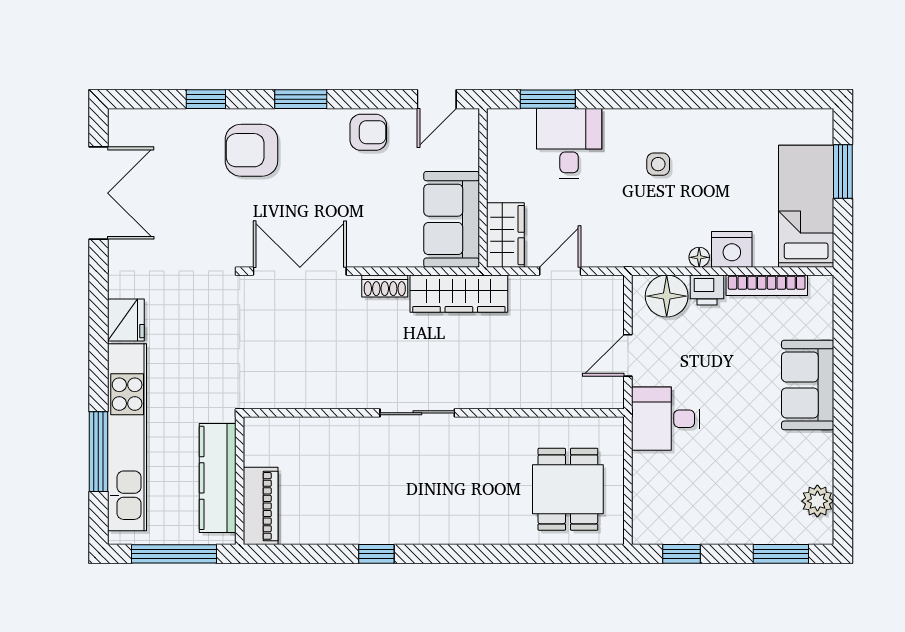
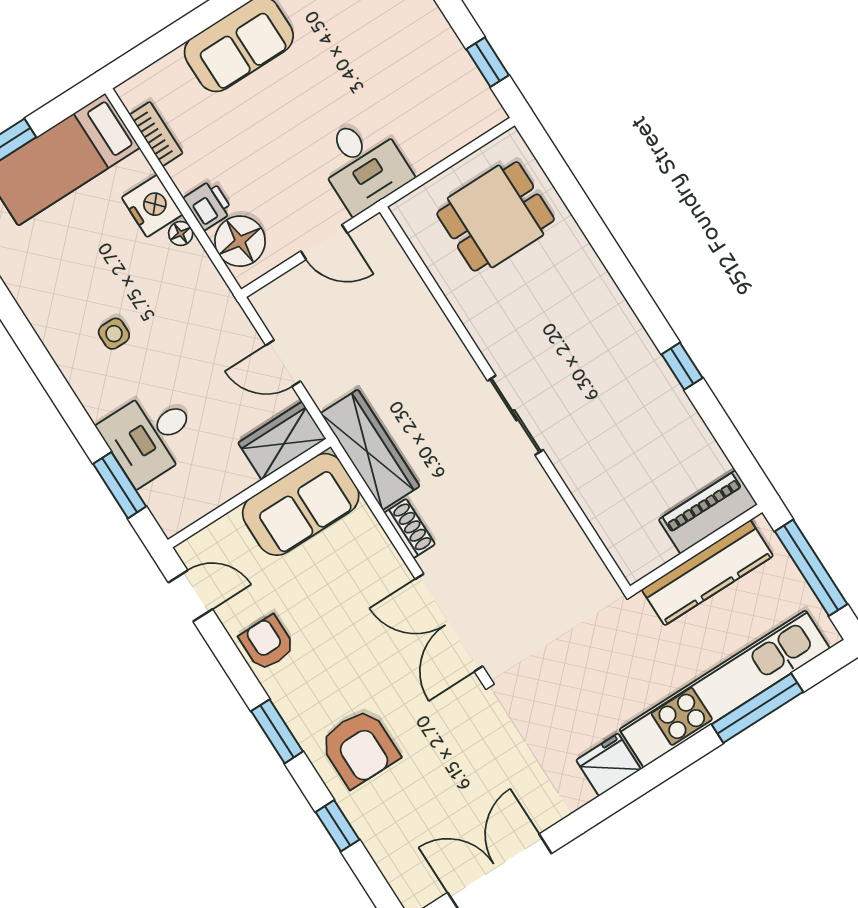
bookcase: (767, 285) -> (156, 134), width x0.64

